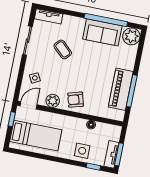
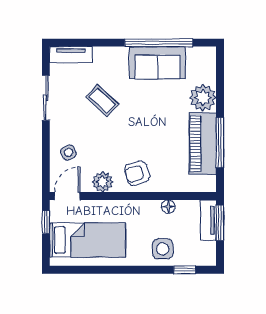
plant: (131, 36) -> (203, 98), moved
tv unit: (111, 154) -> (208, 220), moved
window: (119, 154) -> (220, 223), moved

